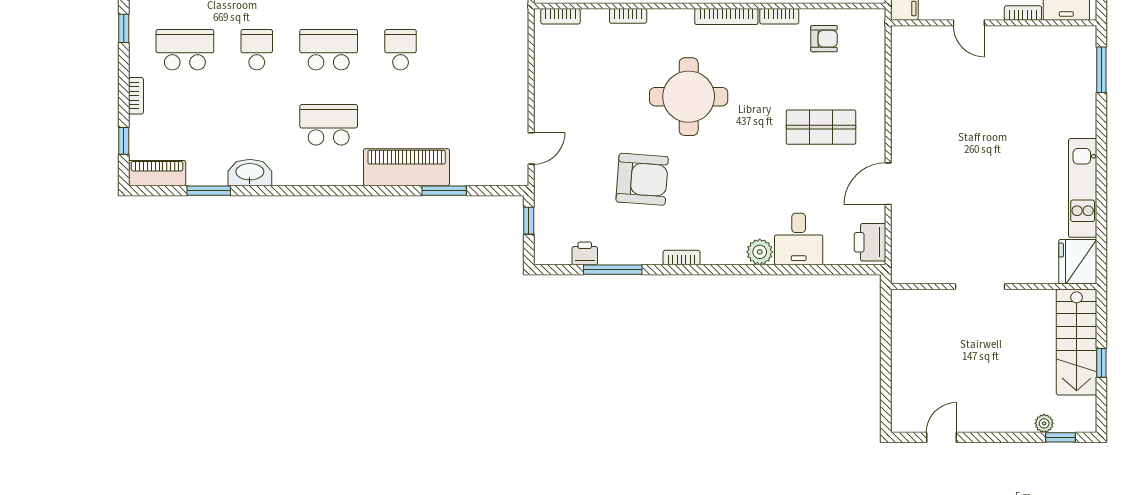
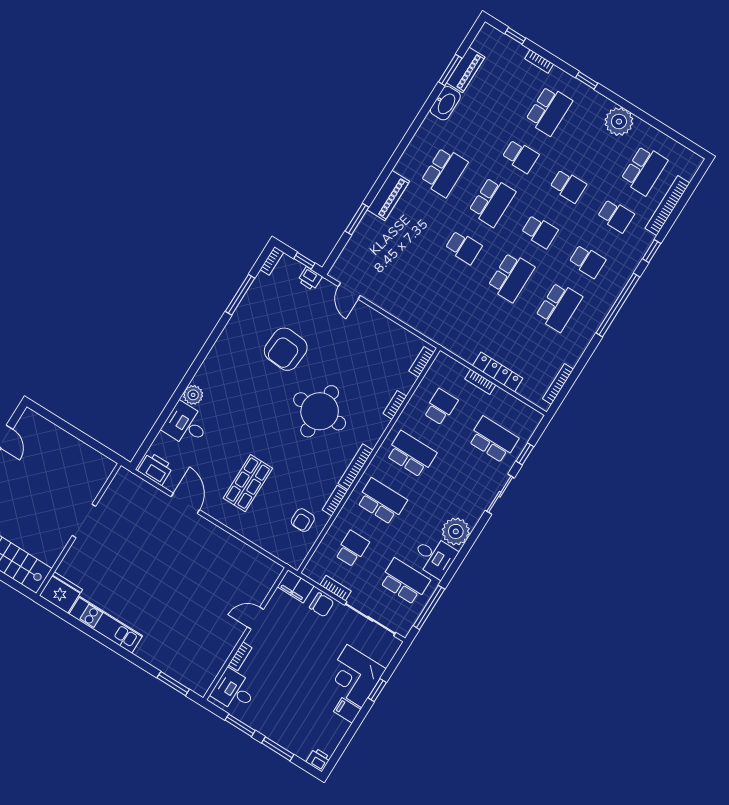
piano: (407, 167) -> (388, 196), width x0.73, depth x0.75
piano: (157, 173) -> (466, 70), moved
printer: (585, 253) -> (310, 279), moved, turned 90
bookcase: (682, 258) -> (272, 261), moved

